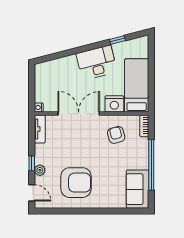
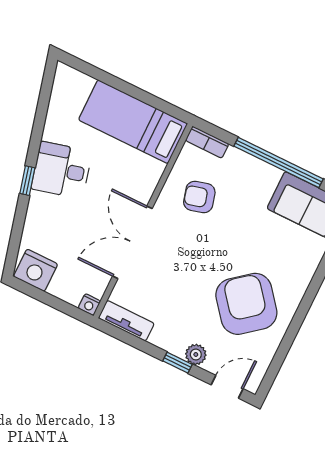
window: (117, 40) -> (27, 181), moved
desk: (97, 63) -> (62, 170), width x0.73
nightstand: (114, 104) -> (36, 270), moved, turned 90
armchair: (76, 183) -> (246, 304), turned -39

